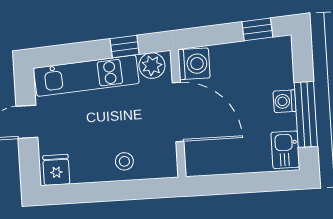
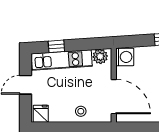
window: (125, 46) -> (56, 46), moved
door: (178, 112) -> (114, 97), moved

